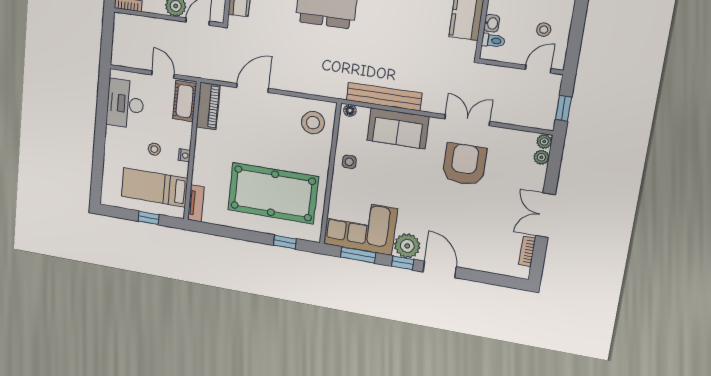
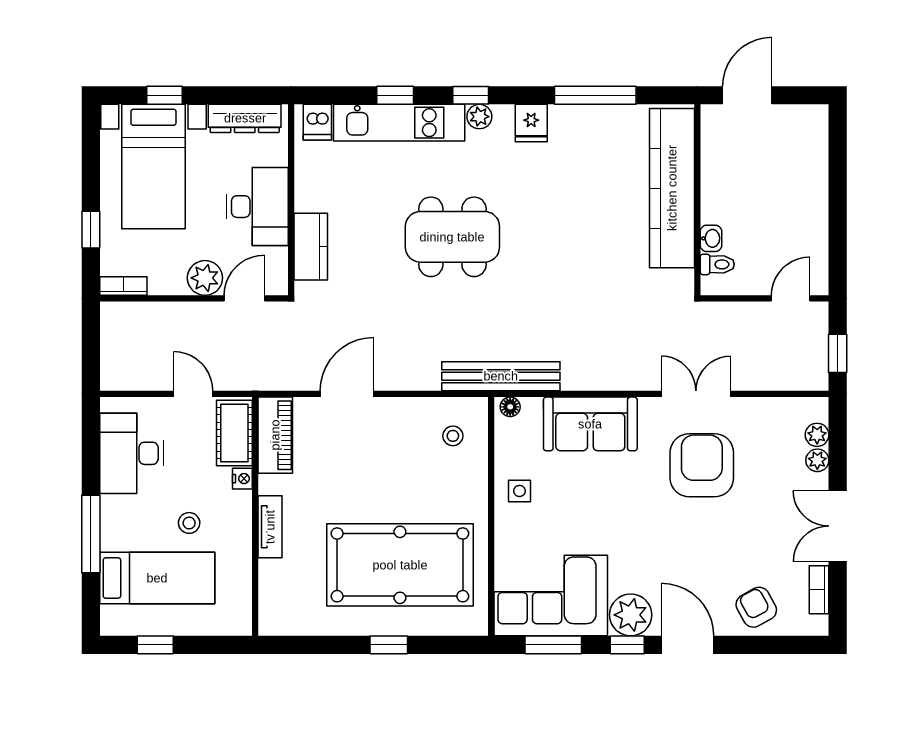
stool: (544, 30) -> (790, 237), removed
bench: (384, 97) -> (501, 376), moved
stool: (313, 123) -> (453, 436), width x0.53, depth x0.53
plant: (544, 141) -> (817, 460), moved
window: (99, 146) -> (91, 534), added
nightstand: (184, 155) -> (242, 479), moved
bed: (154, 187) -> (157, 578), moved, turned 180
tv unit: (196, 203) -> (270, 527), moved
window: (149, 218) -> (155, 645), moved
window: (285, 242) -> (389, 645), moved
armchair: (486, 255) -> (756, 607), added

